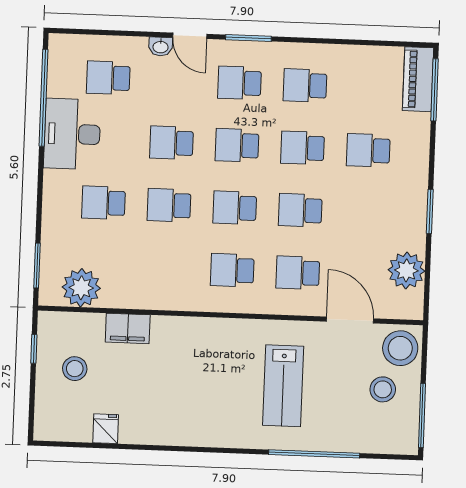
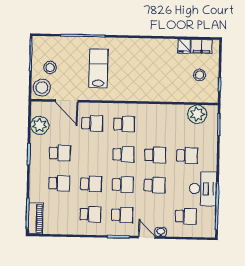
school desk: (300, 210) -> (60, 153), moved
filing cabinet: (128, 328) -> (202, 46), moved, turned 180

